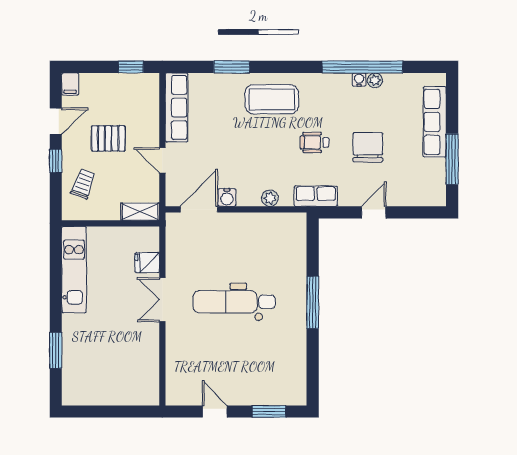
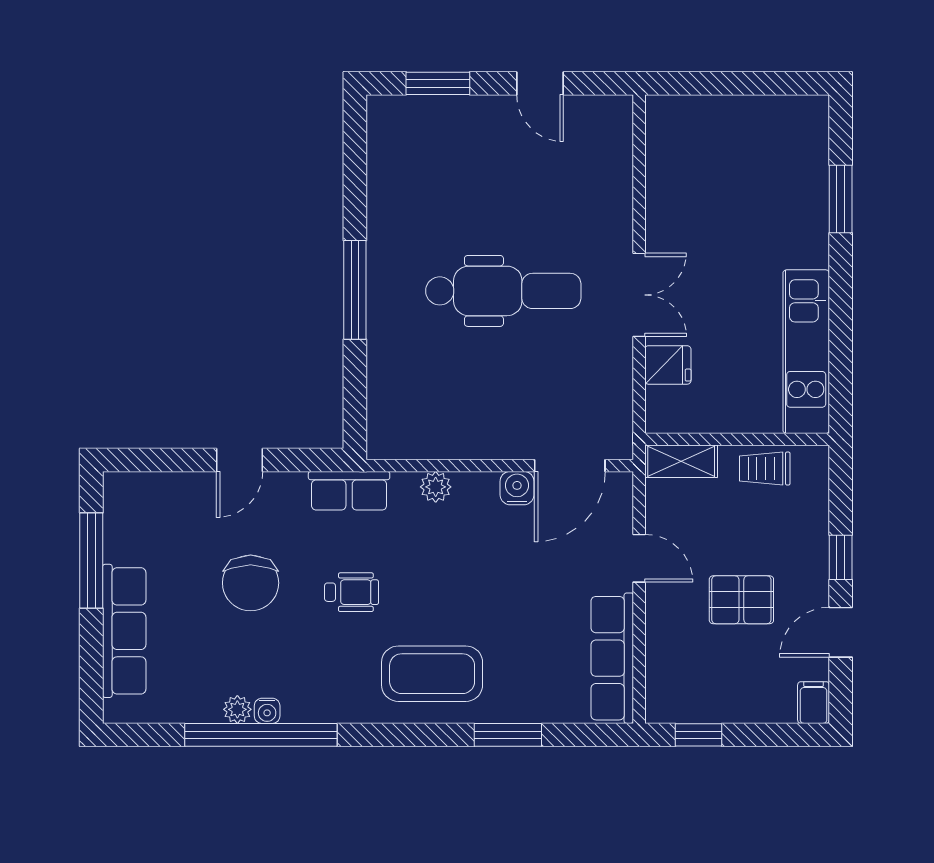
trolley: (83, 184) -> (765, 469), moved, turned 70

